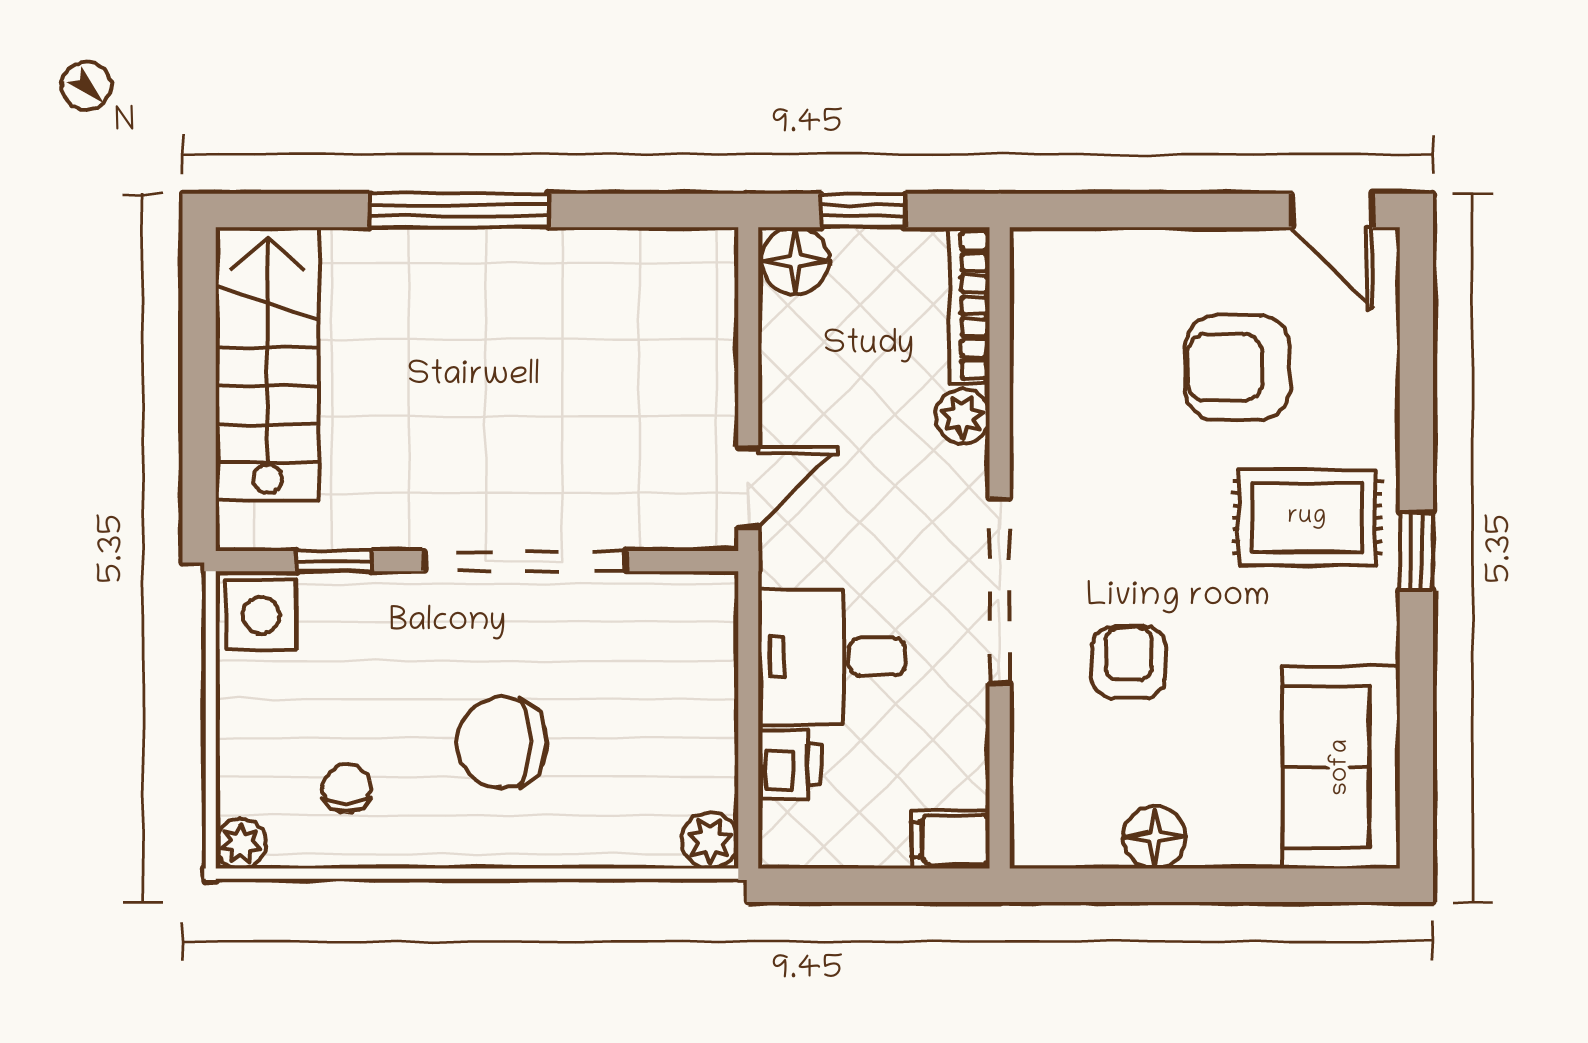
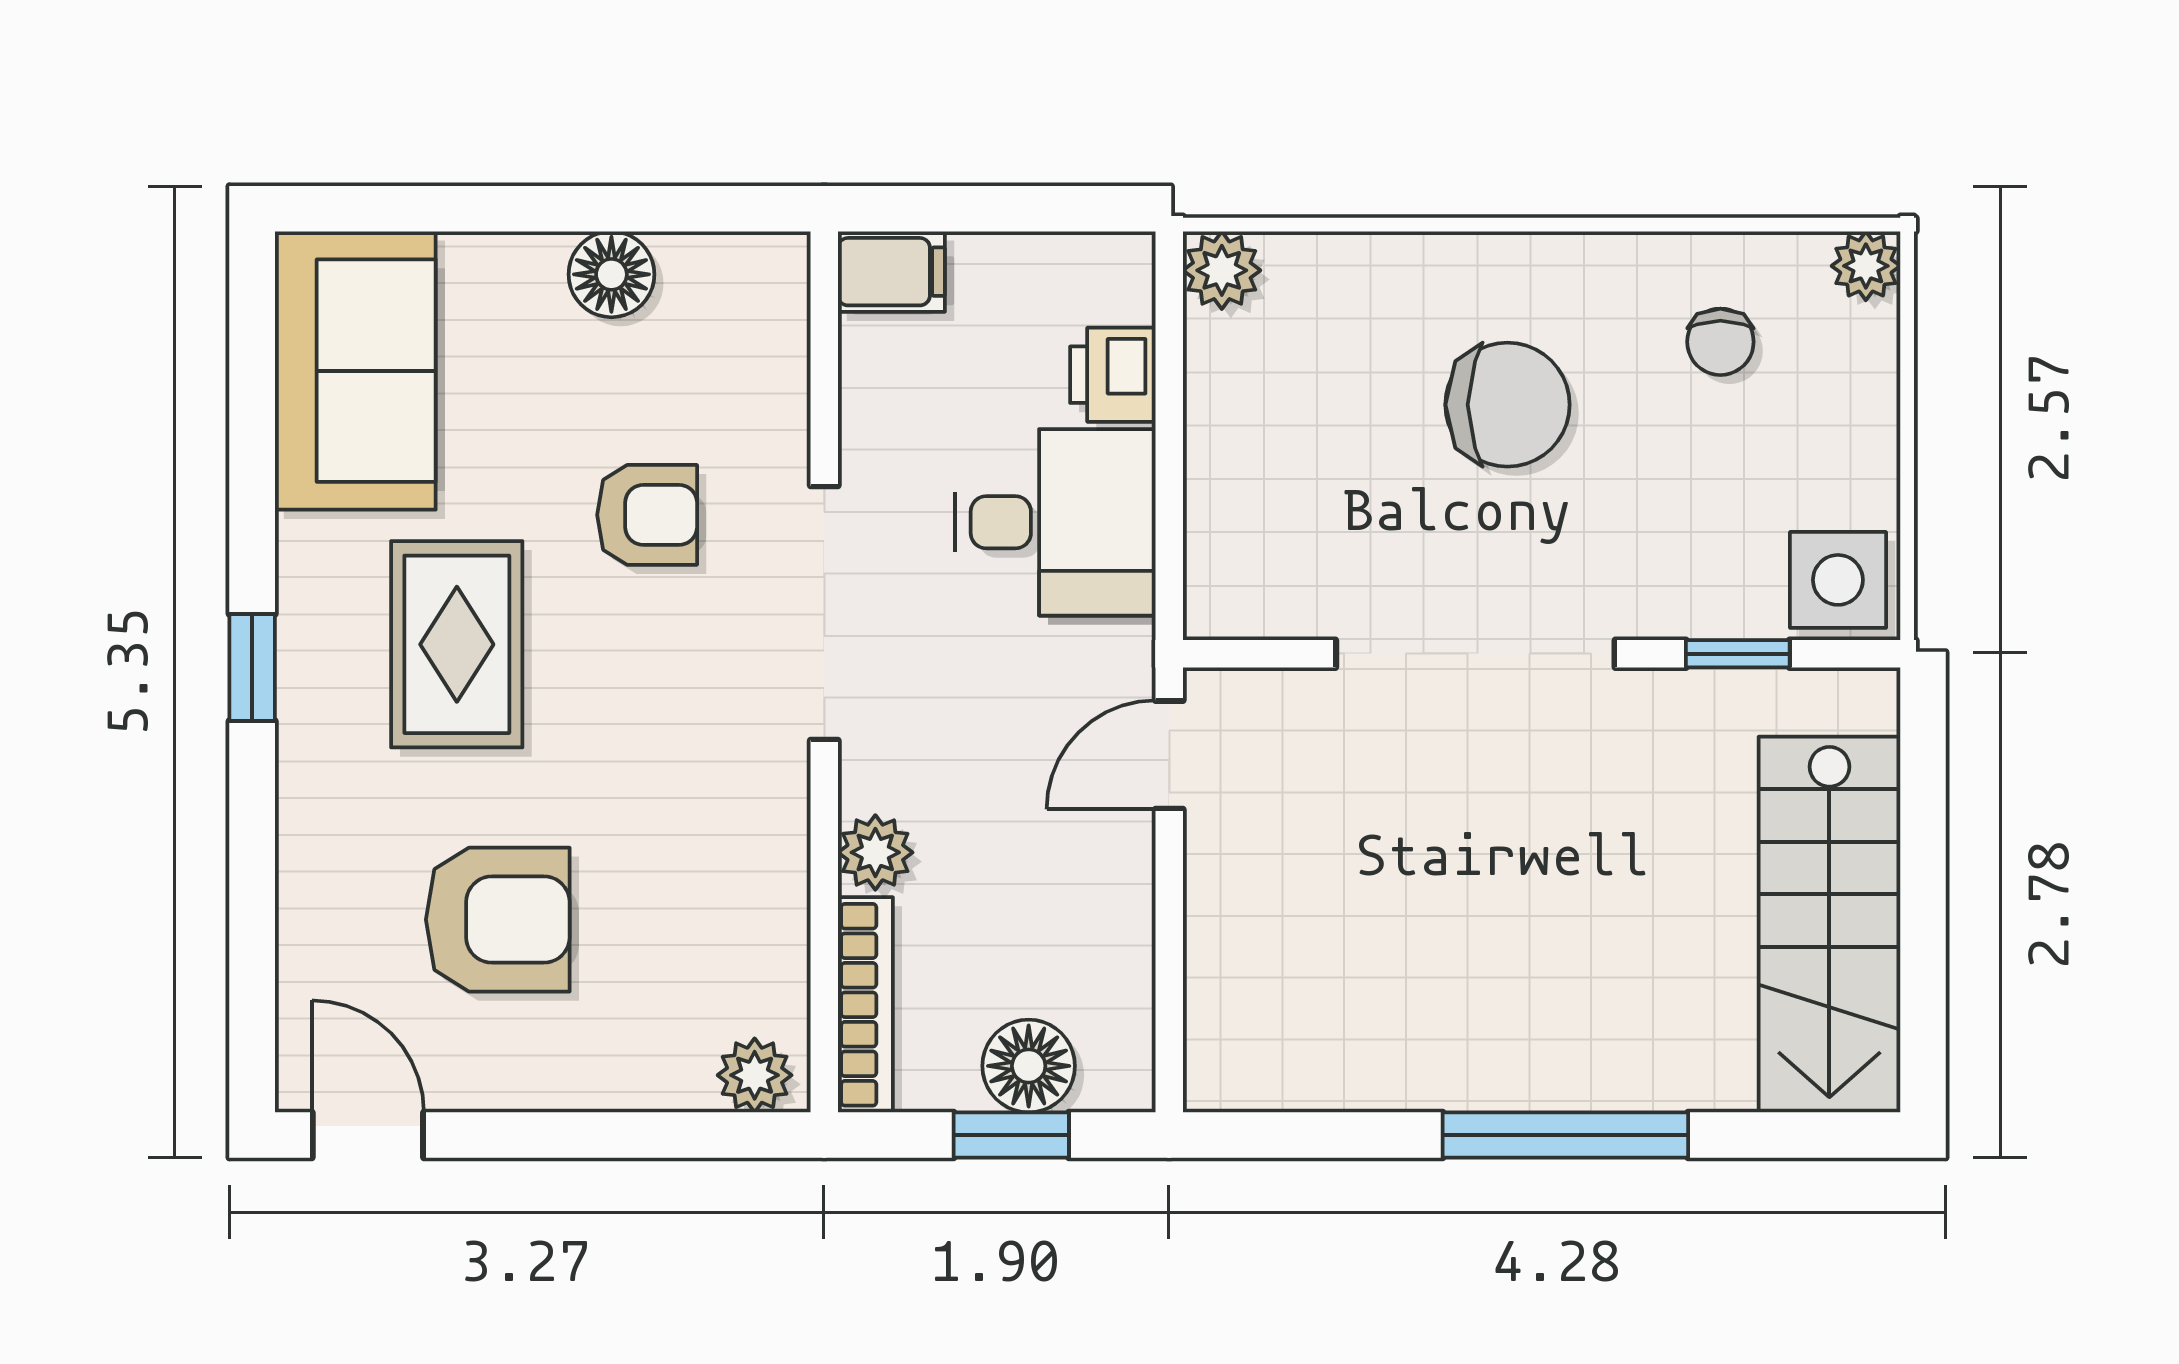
plant: (1050, 254) -> (755, 1075), added
floor lamp: (795, 261) -> (1029, 1066), moved
rug: (1307, 517) -> (457, 644), moved, turned 90
armchair: (1129, 662) -> (647, 515), turned -90

